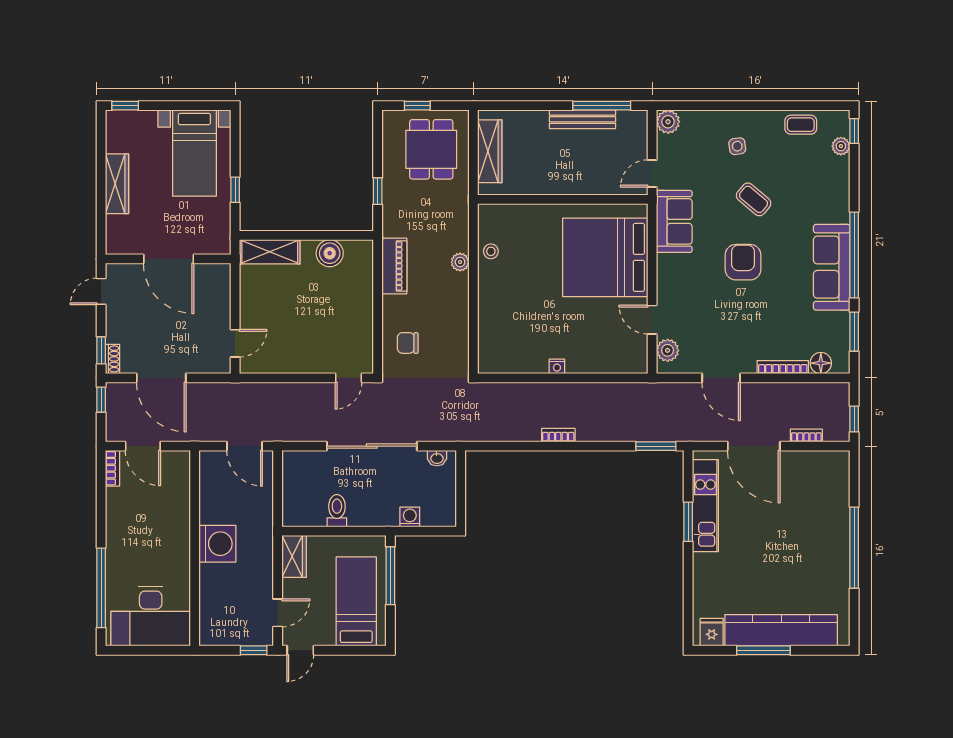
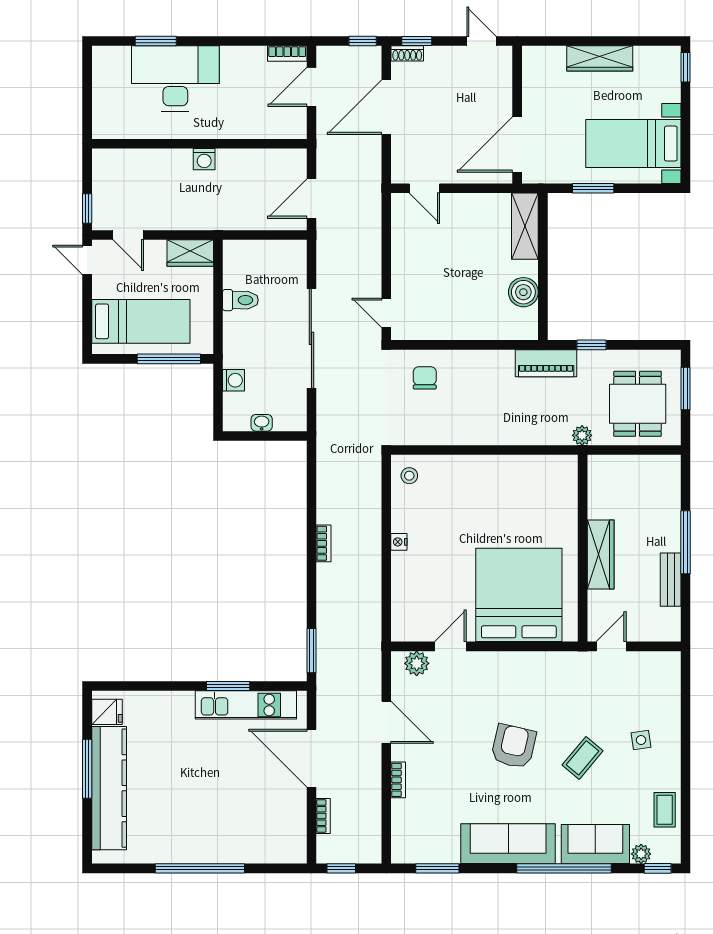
window: (417, 106) -> (685, 388), width x1.50
window: (602, 106) -> (685, 542), moved
bench: (582, 119) -> (671, 580), width x0.73
plant: (668, 122) -> (668, 664), removed
dining table: (431, 149) -> (638, 404), turned 90
wardrobe: (490, 151) -> (601, 555), moved, turned -90
door: (652, 173) -> (611, 646), hinge flipped
window: (235, 190) -> (593, 188), width x1.50
sofa: (674, 221) -> (595, 844), moved, turned 180
stool: (491, 251) -> (409, 476), moved
window: (854, 255) -> (564, 868), moved
door: (169, 259) -> (517, 145), moved
plant: (460, 262) -> (582, 435), moved
armchair: (743, 262) -> (514, 746), turned -77
piano: (394, 266) -> (546, 363), moved
floor lamp: (821, 363) -> (403, 832), removed
bookcase: (783, 367) -> (398, 780), width x0.64
door: (721, 378) -> (386, 722), swing flipped
door: (754, 446) -> (311, 758), hinge flipped
washbasin: (437, 458) -> (262, 423), moved, turned 90
washing machine: (217, 544) -> (204, 159), width x0.53, depth x0.53
window: (101, 588) -> (156, 41), width x0.47
desk: (151, 616) -> (175, 78), moved, turned 90

